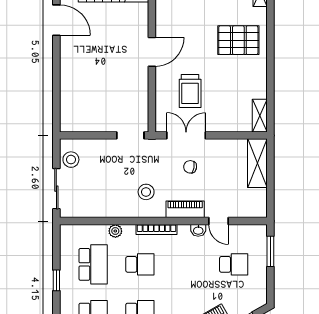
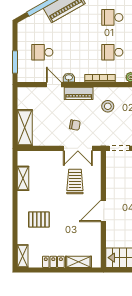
pallet: (238, 40) -> (39, 219), width x0.67, depth x0.71
shelving: (260, 116) -> (23, 178), moved

